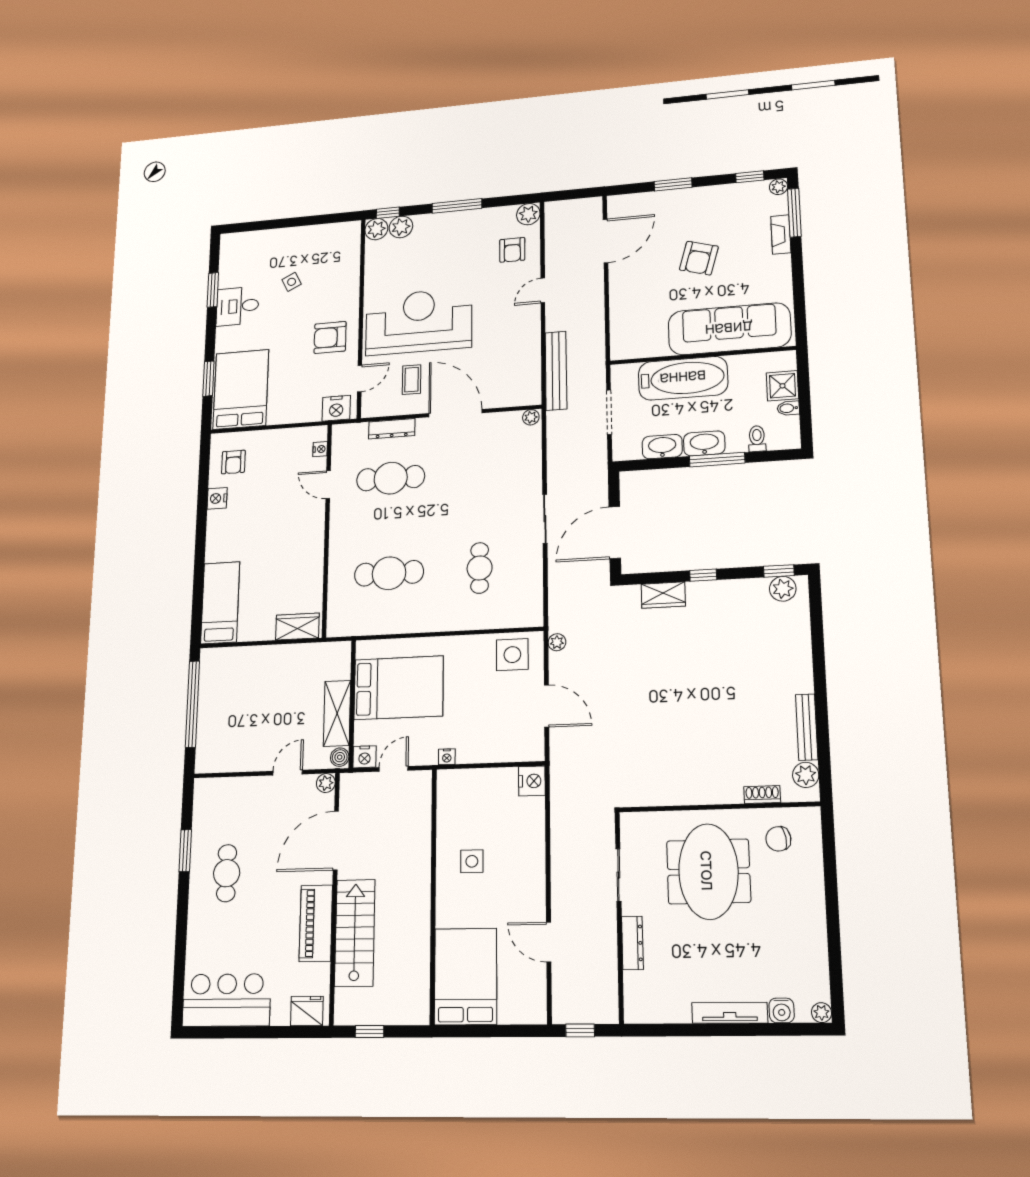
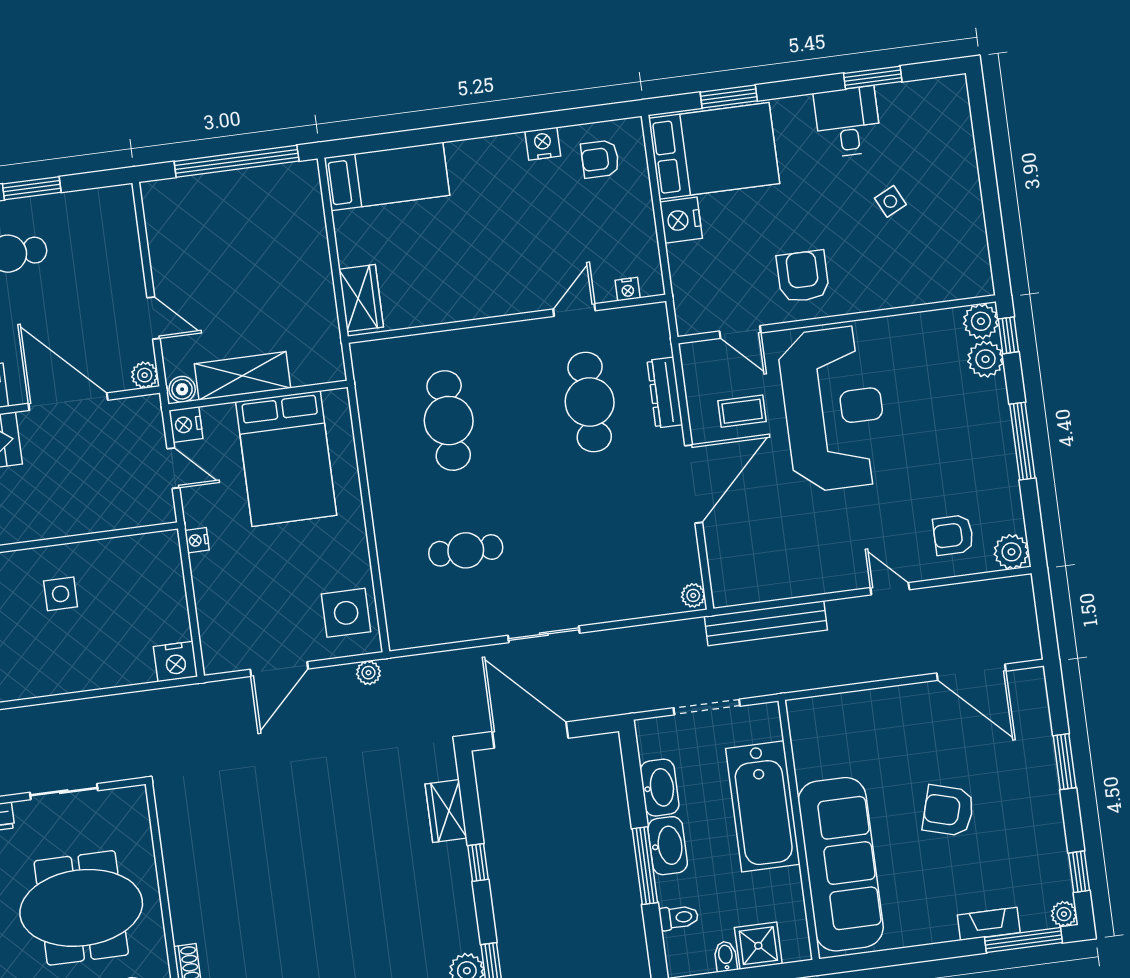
nightstand: (336, 408) -> (681, 220), moved

